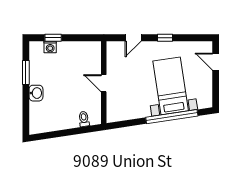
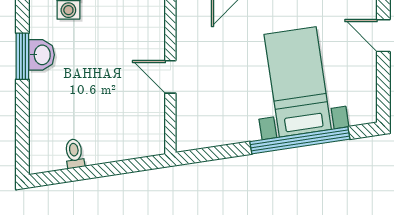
washbasin: (36, 93) -> (41, 55), moved
toilet: (84, 119) -> (74, 154), moved

